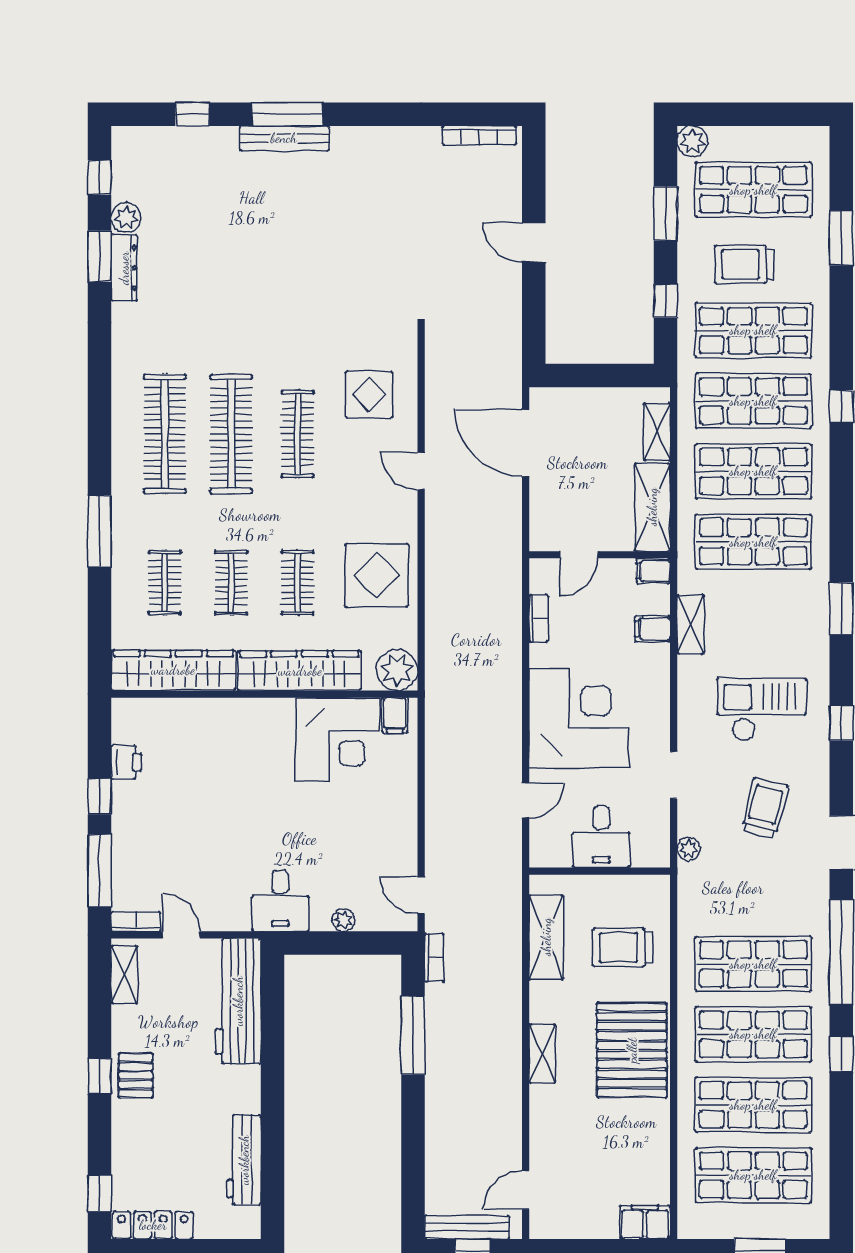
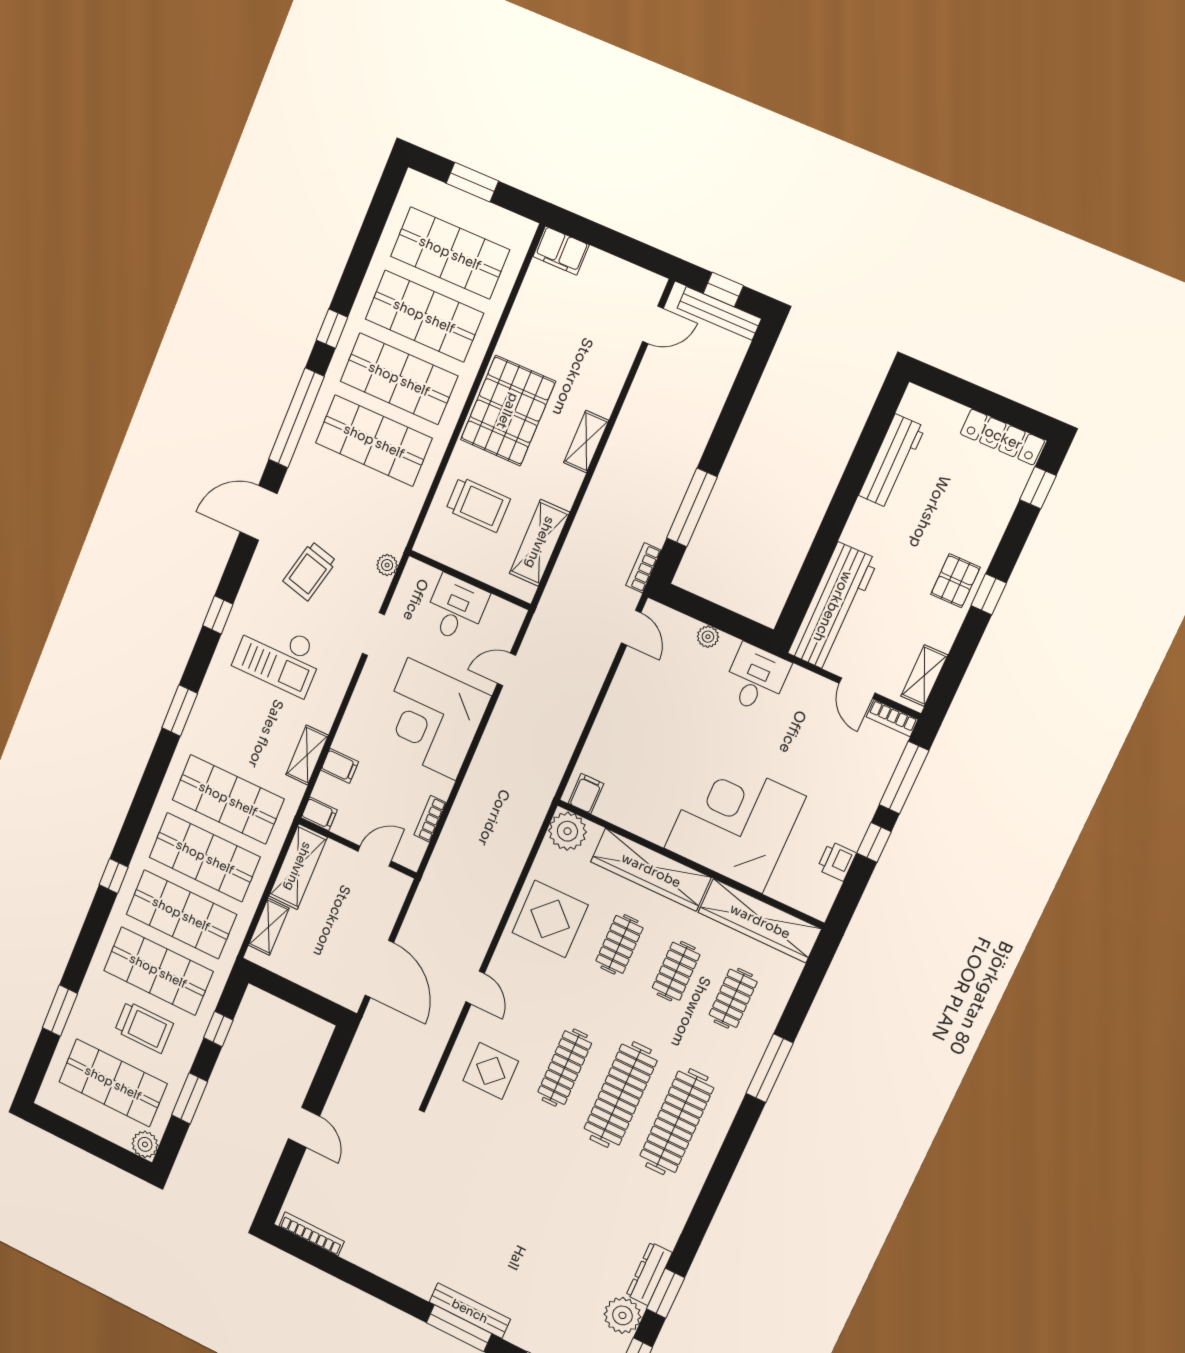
plant: (126, 217) -> (622, 1315), width x1.36, depth x1.36
corner desk: (338, 739) -> (735, 822), moved, width x1.36, depth x1.36

